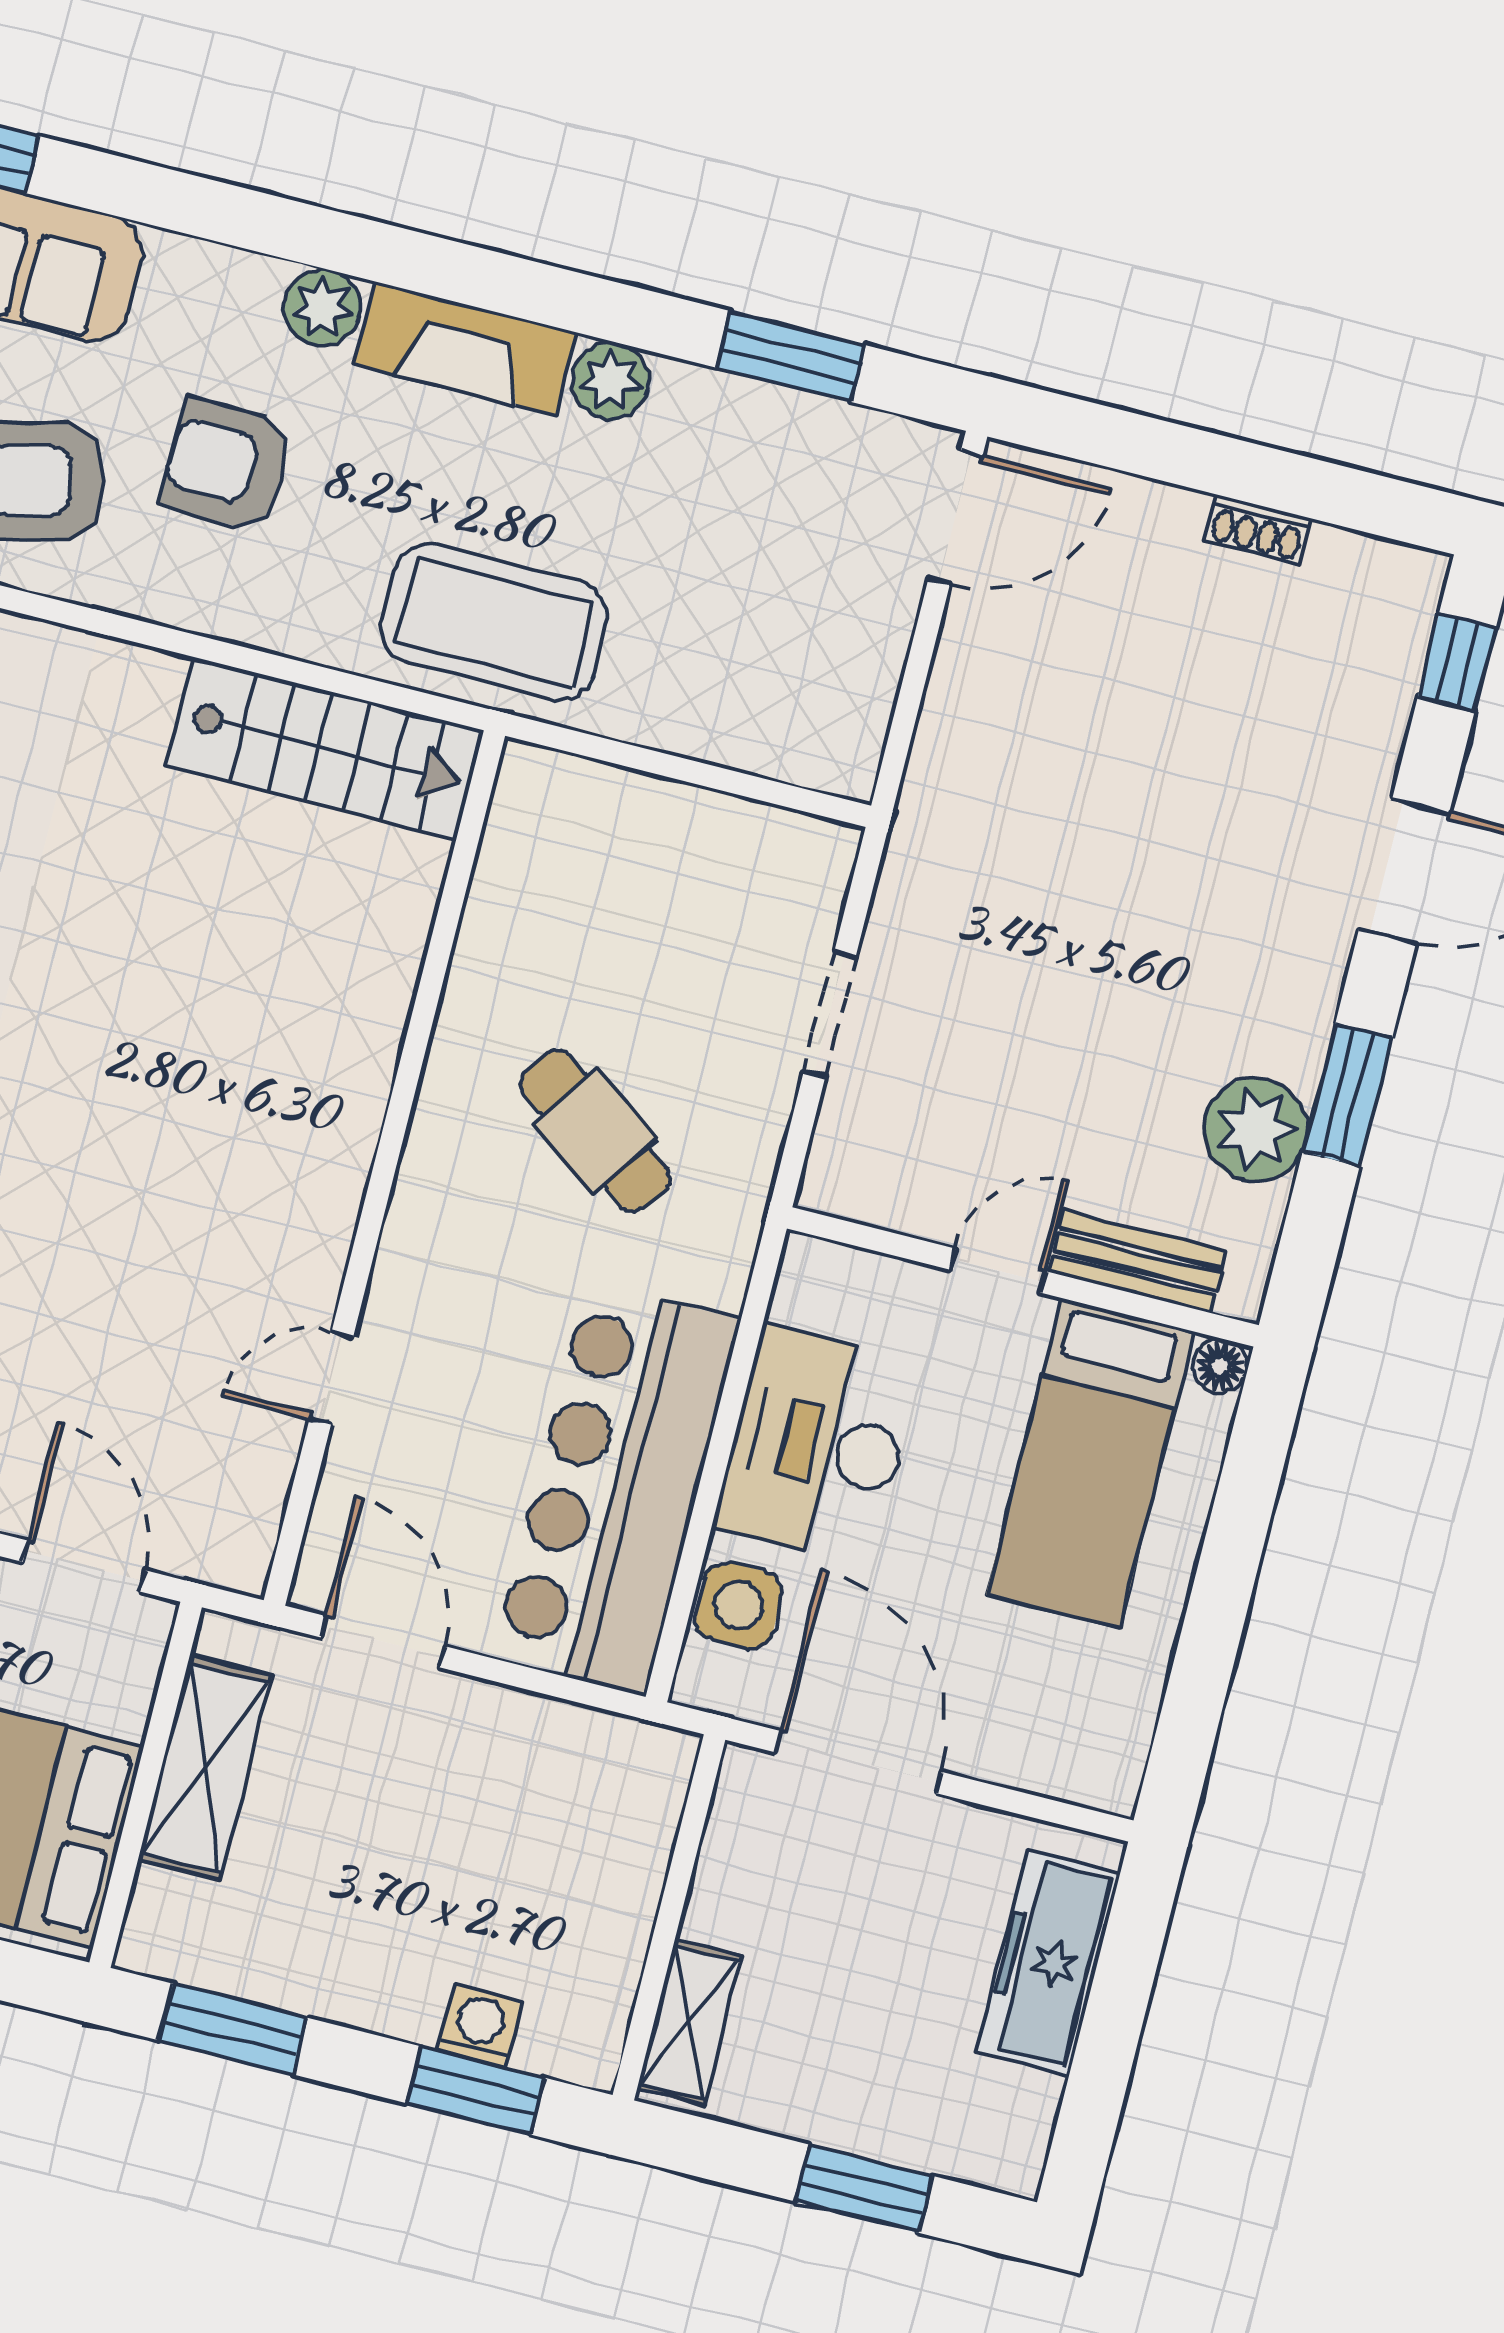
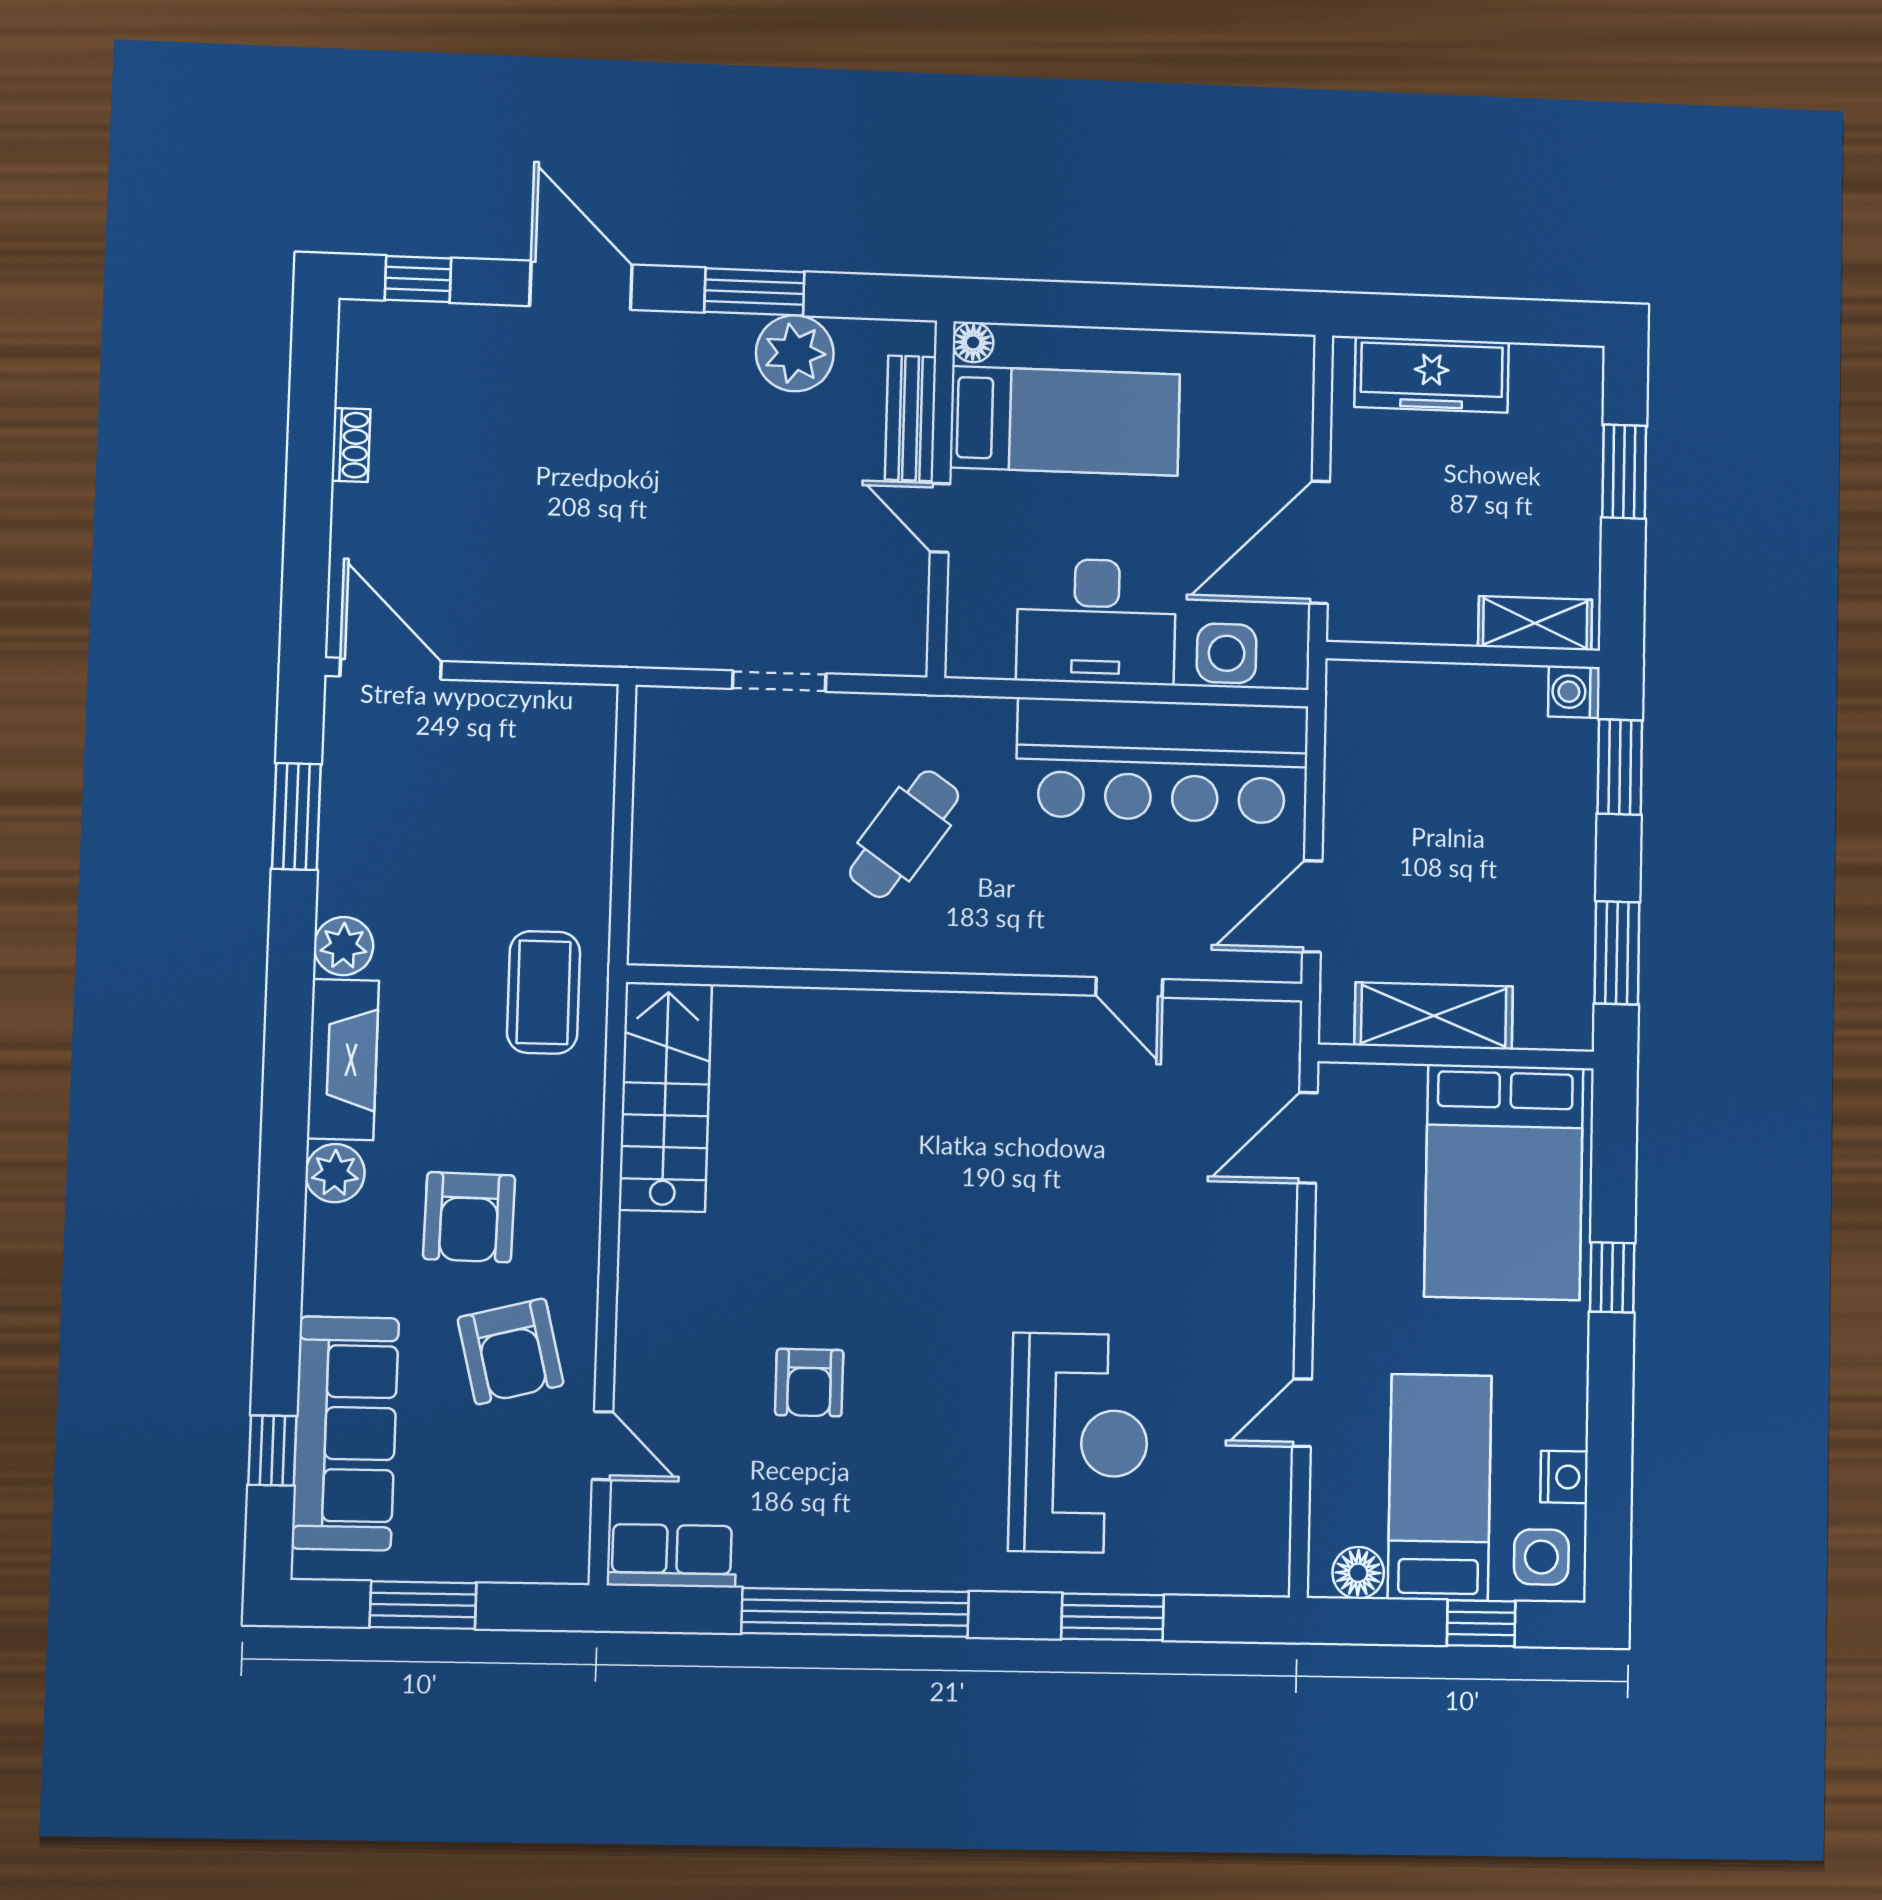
coffee table: (494, 622) -> (544, 992), width x0.73, depth x0.76
washing machine: (480, 2026) -> (1574, 692), moved

